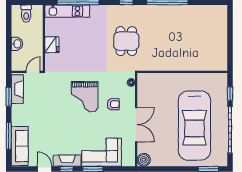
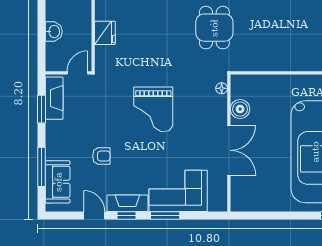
armchair: (113, 104) -> (101, 156), moved
sofa: (20, 146) -> (58, 182), width x0.73
boiler: (144, 160) -> (240, 109), moved

